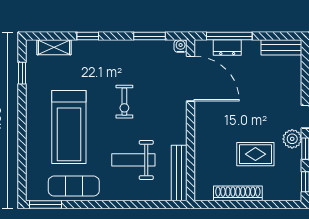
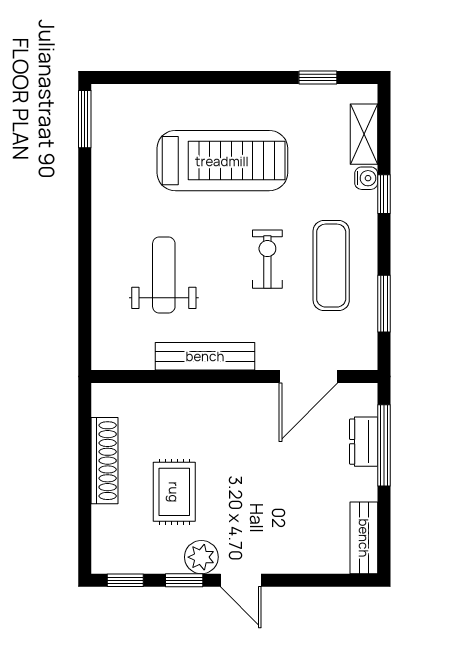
water cooler: (181, 46) -> (366, 178), moved
door: (191, 79) -> (308, 377), width x0.73
exercise bike: (124, 102) -> (267, 259), turned 90
treadmill: (69, 127) -> (222, 161), turned 180
bench: (179, 173) -> (205, 356), moved
exercise mat: (74, 186) -> (331, 266), moved

